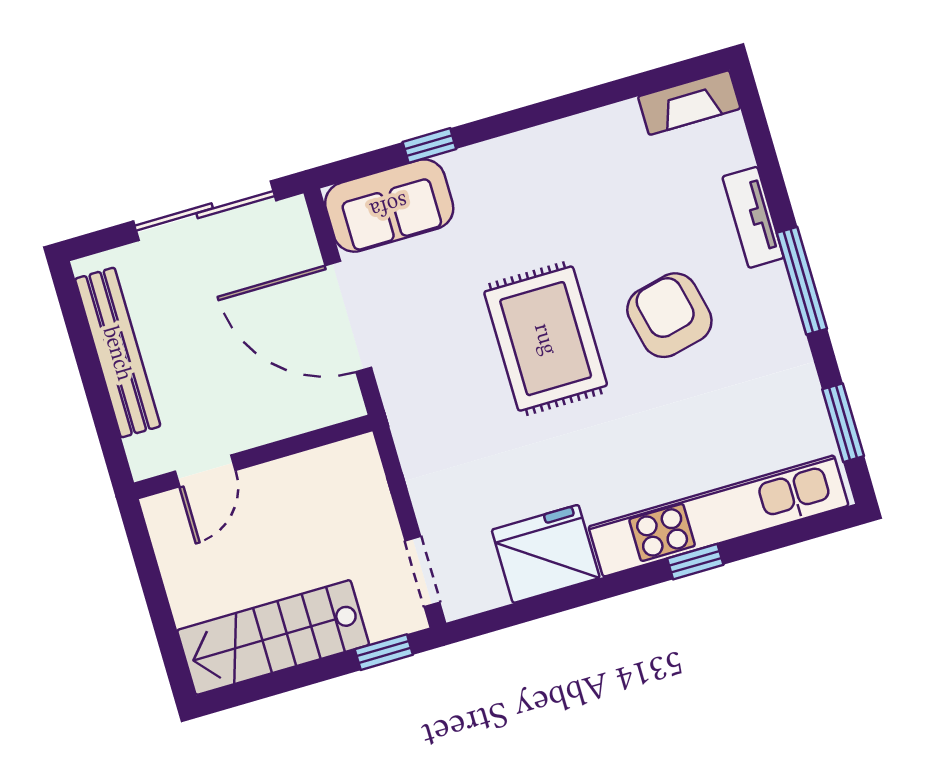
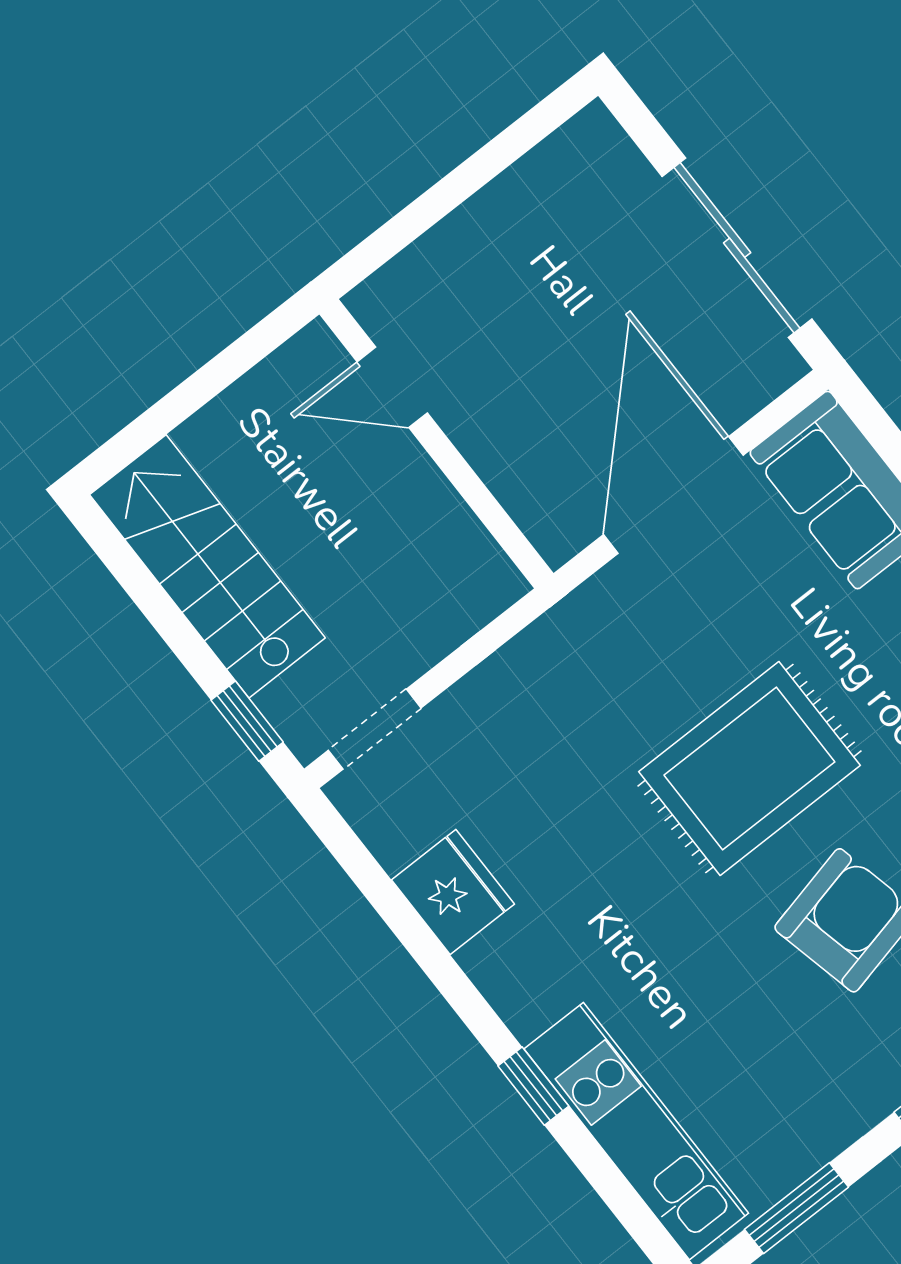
bench: (118, 353) -> (503, 208), removed
kitchen unit: (719, 516) -> (636, 1131), width x0.73
fridge: (546, 554) -> (453, 892), width x0.73, depth x0.75

